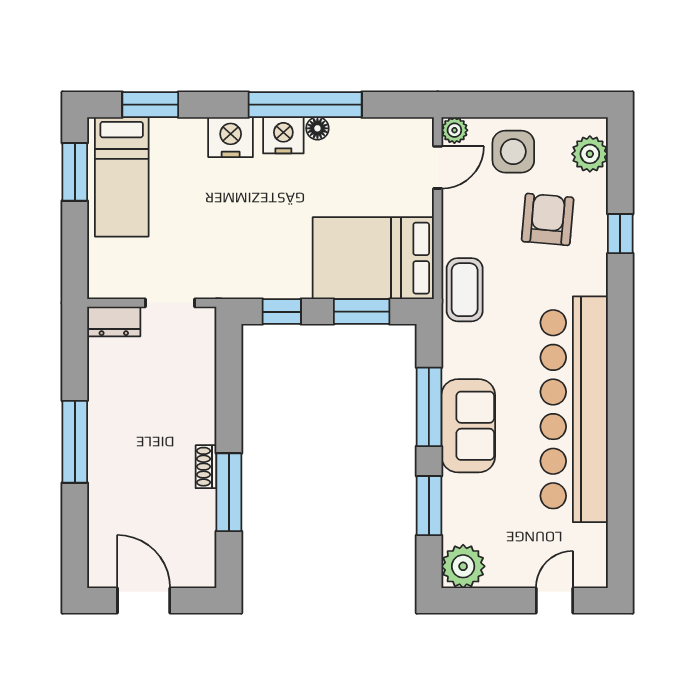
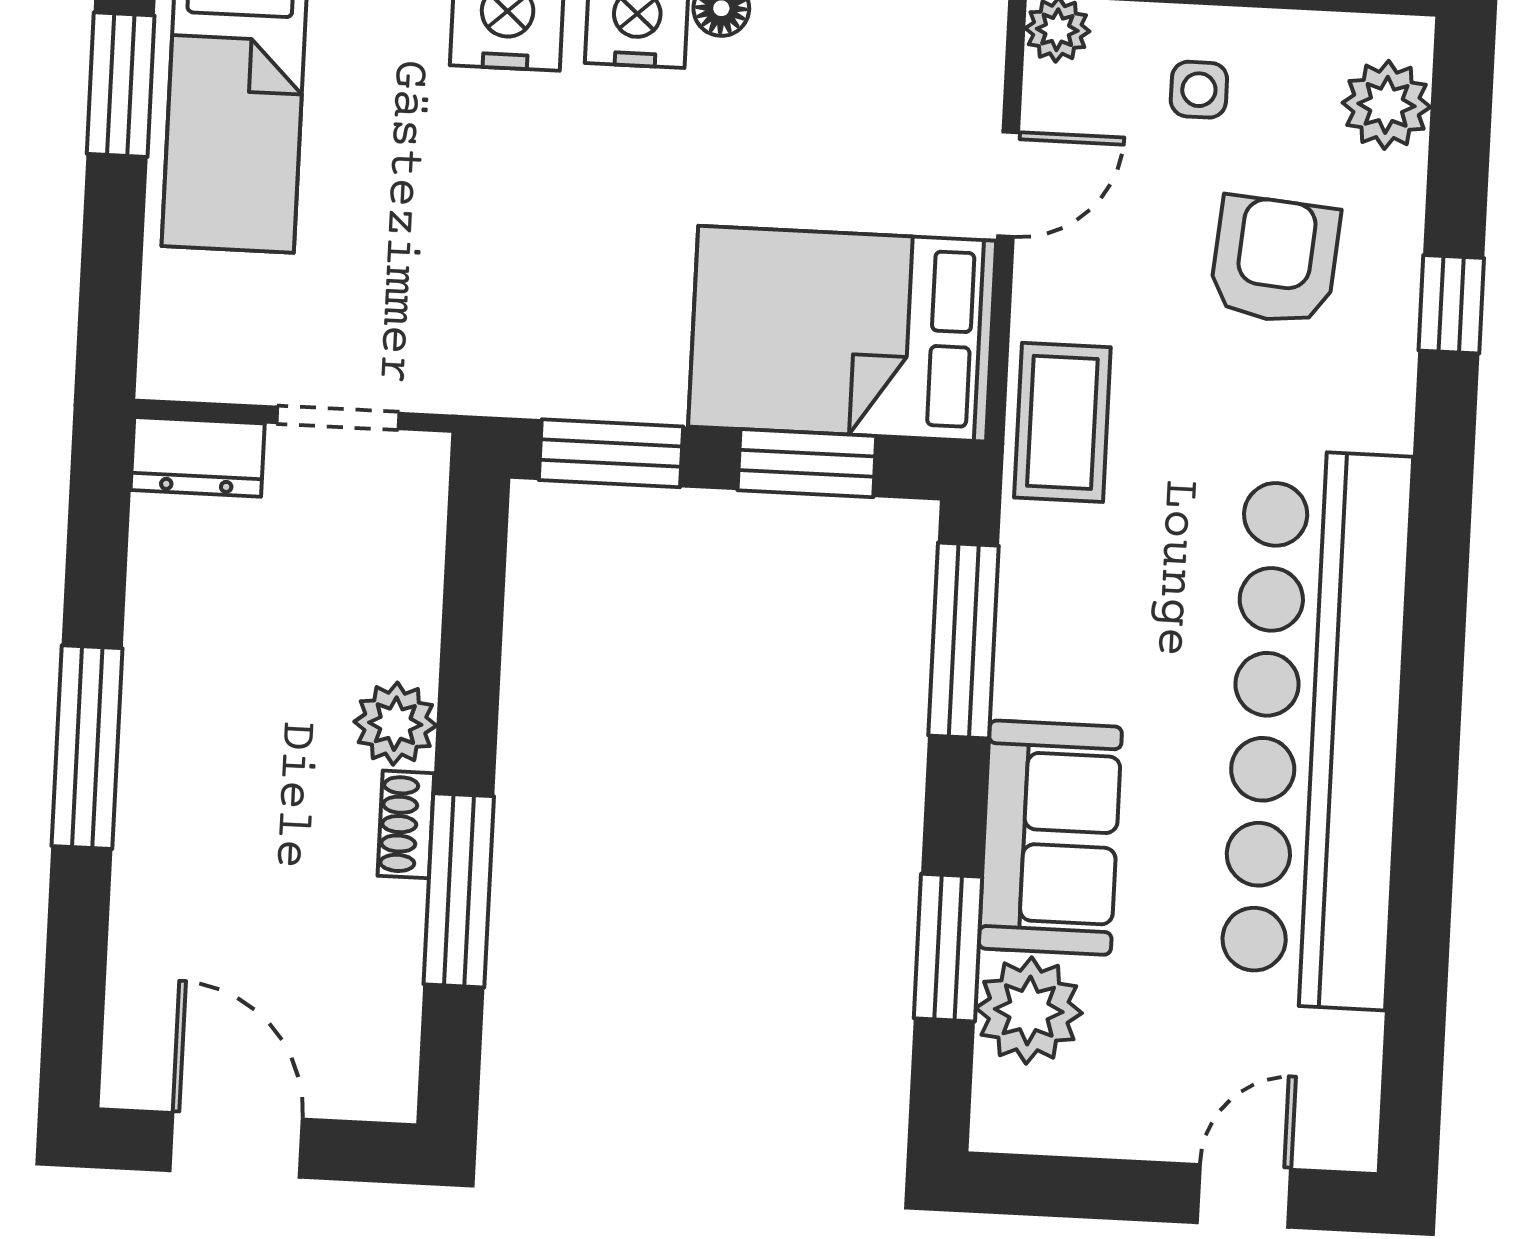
side table: (513, 152) -> (1199, 90), width x0.54, depth x0.54
door: (438, 167) -> (1008, 184), moved
window: (282, 312) -> (611, 453), width x1.50
window: (429, 407) -> (964, 641), moved
plant: (200, 426) -> (395, 724), added
sofa: (468, 426) -> (1050, 838), moved
plant: (463, 566) -> (1029, 1010), moved

